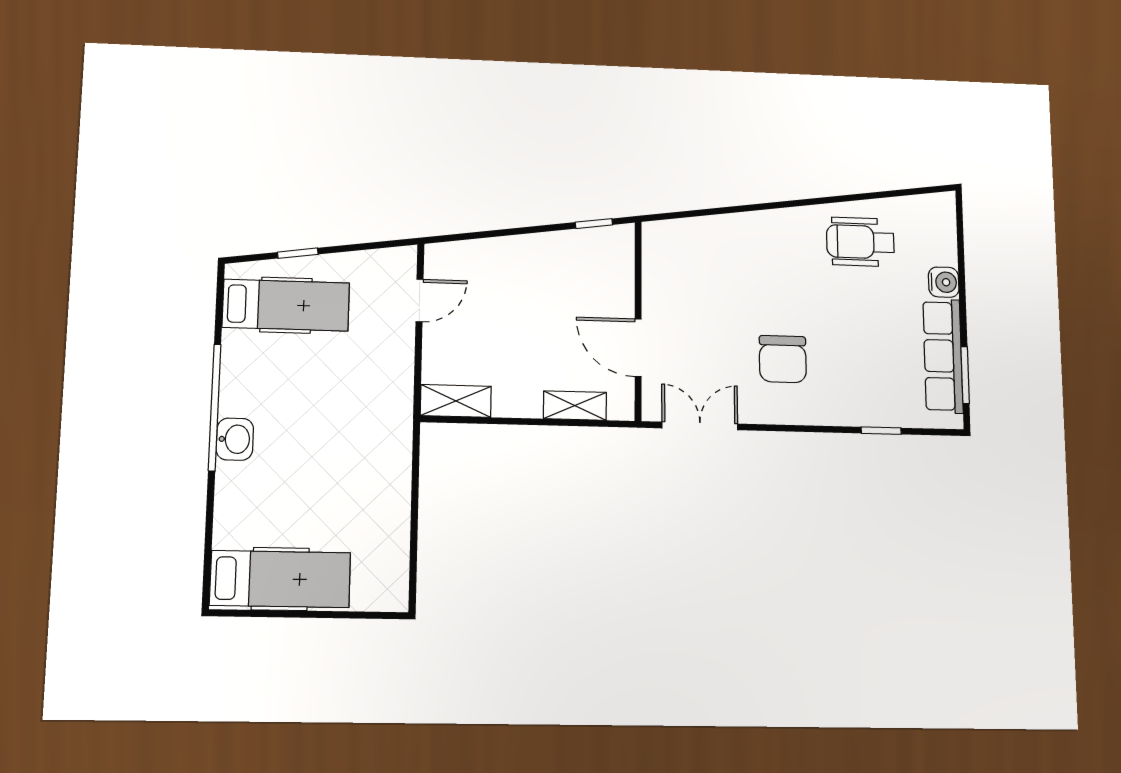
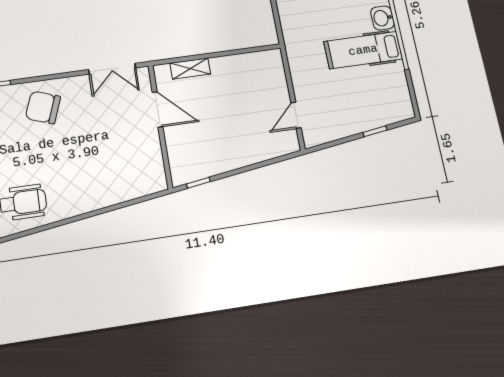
hospital bed: (286, 305) -> (363, 50), moved
chair: (783, 359) -> (43, 107), moved, turned -70
shelving: (456, 401) -> (262, 60), removed

